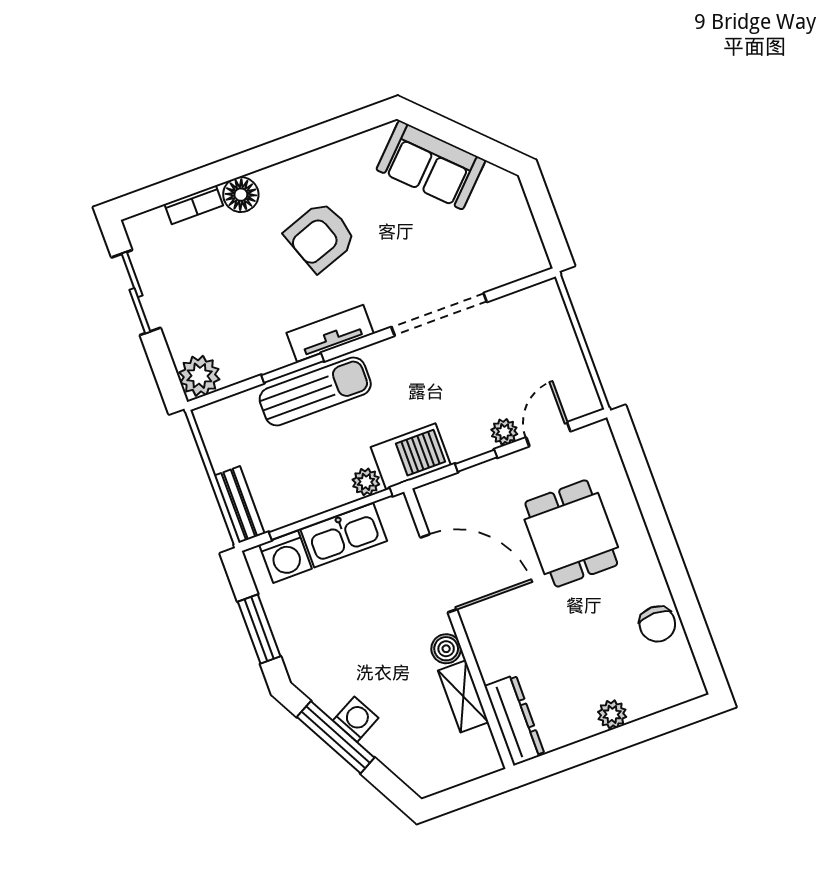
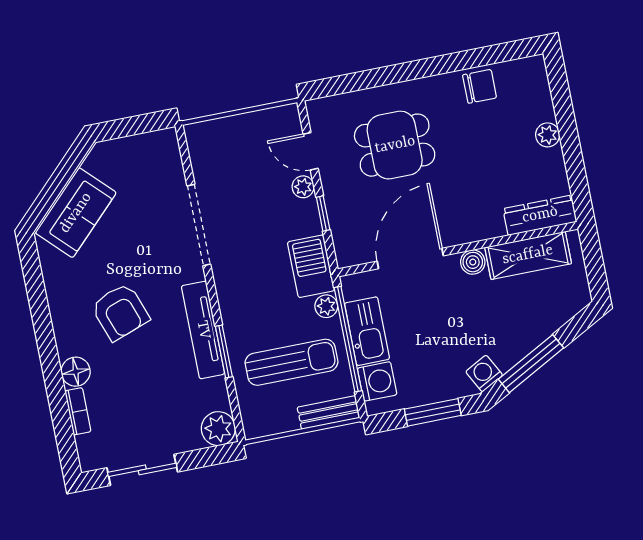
tv unit: (330, 333) -> (203, 330), width x1.41
sun lounger: (315, 392) -> (291, 362), moved, turned 90
shelving: (463, 696) -> (528, 255), width x1.50, depth x1.33
washing machine: (356, 719) -> (484, 374), moved

